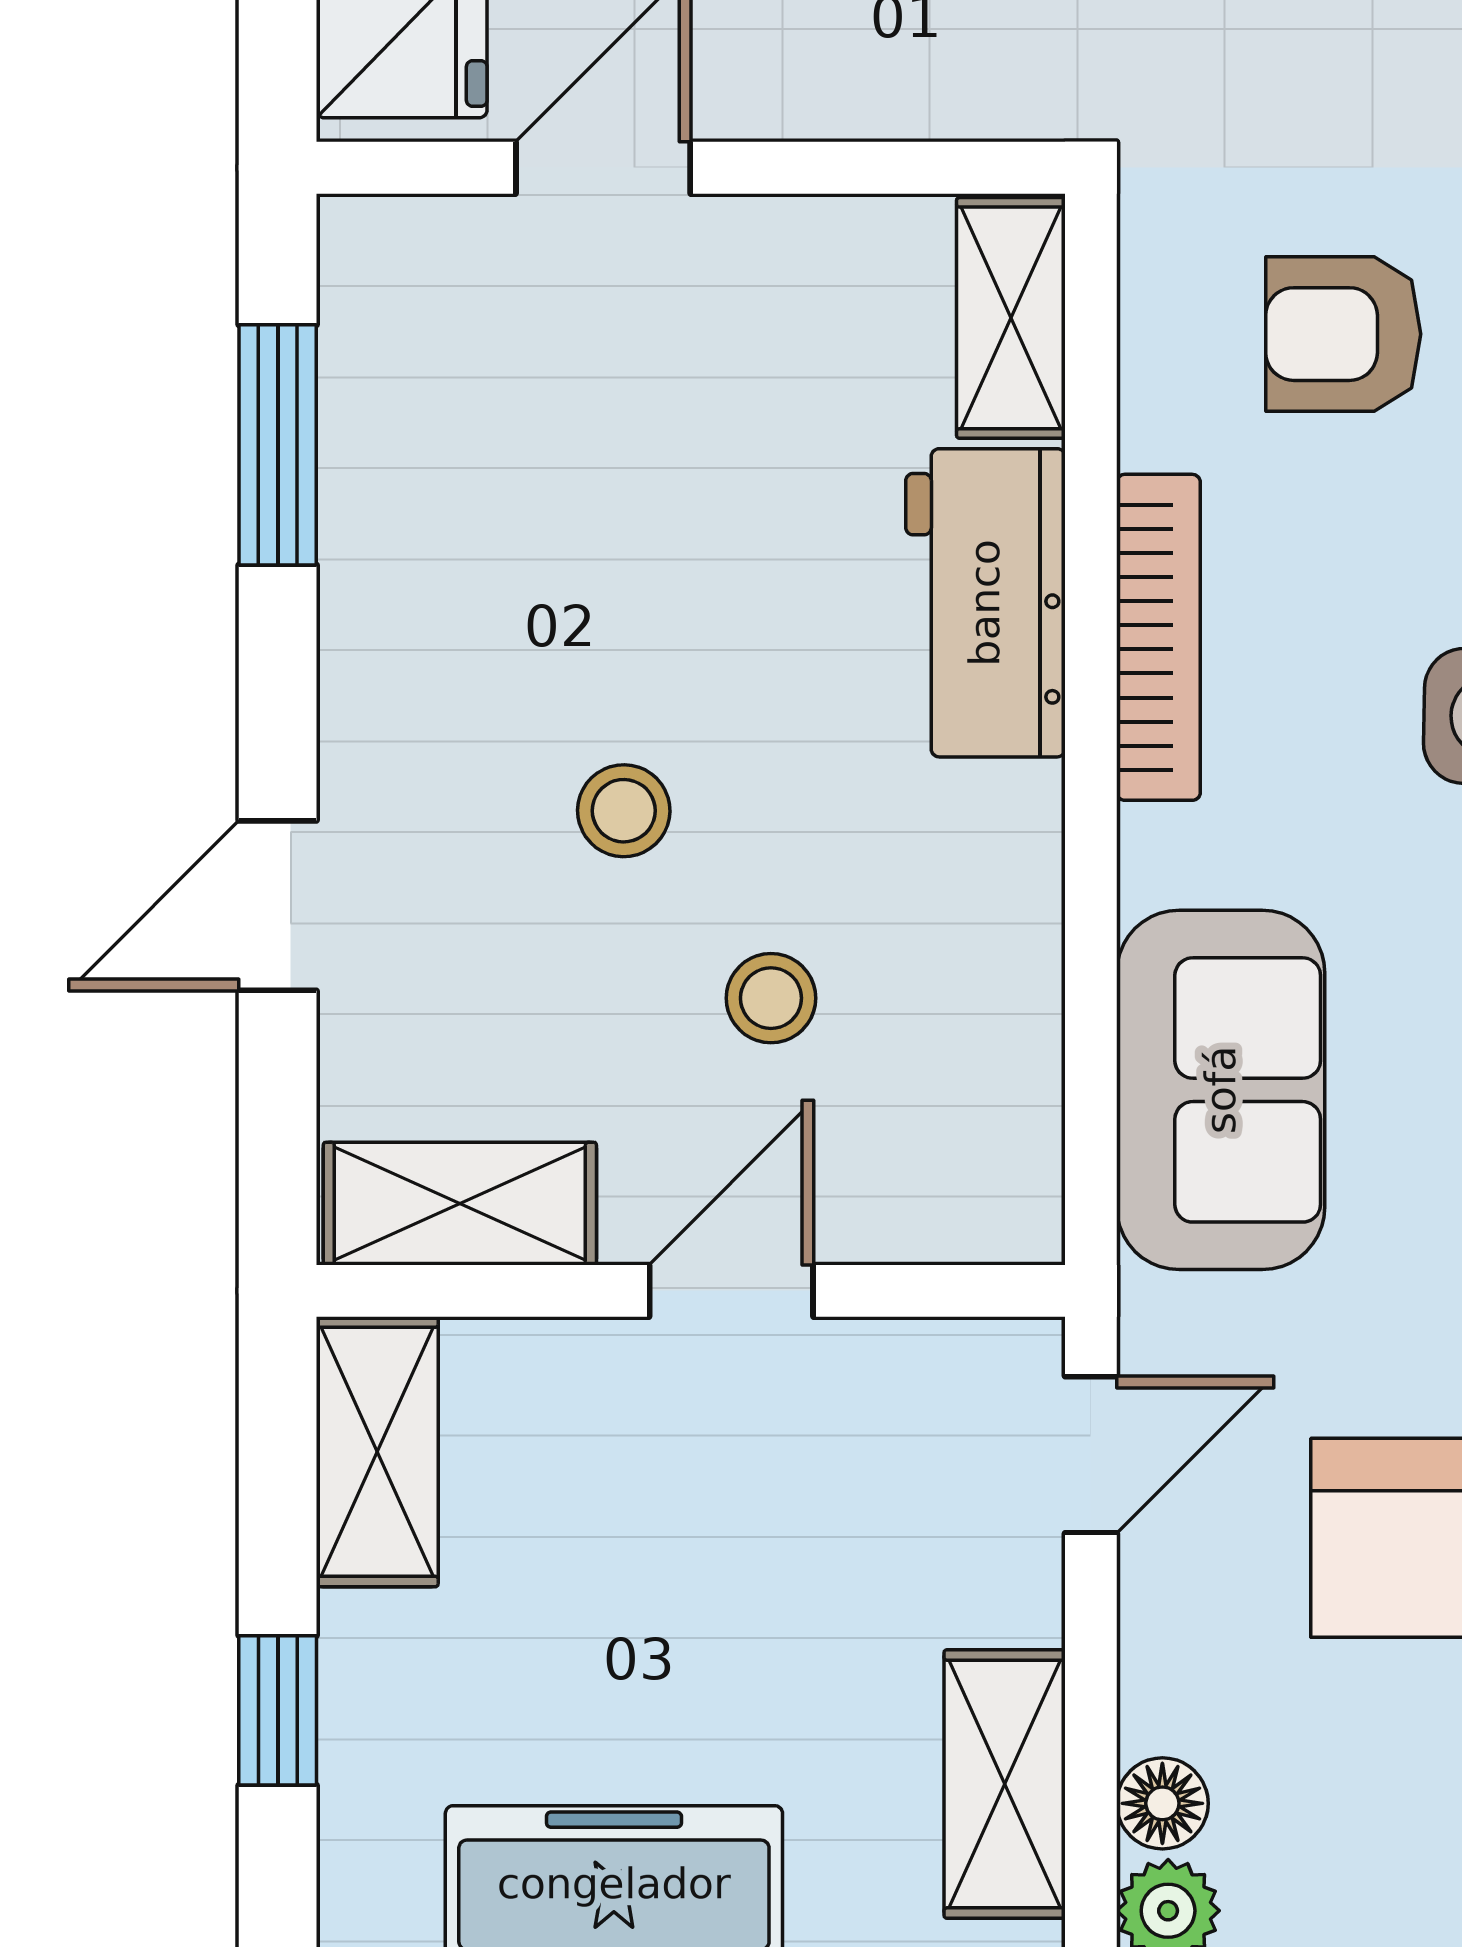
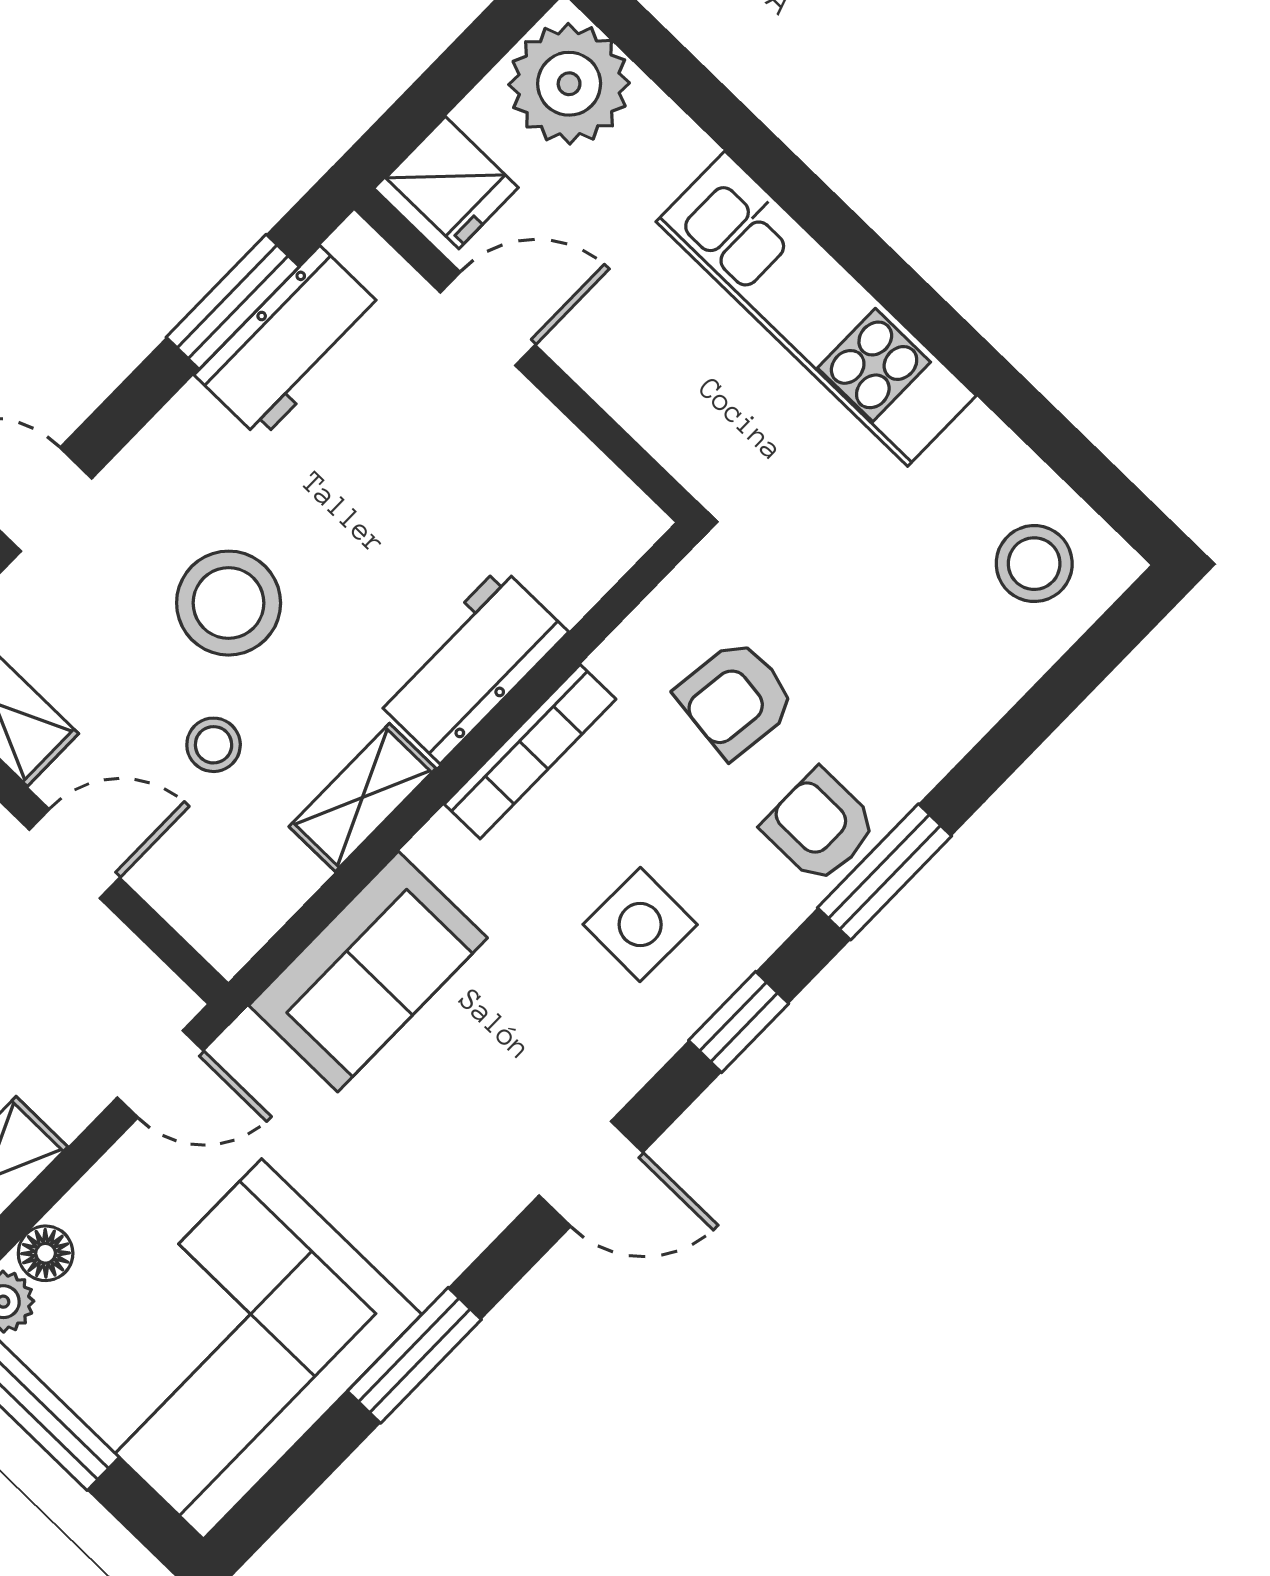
shelving: (1011, 318) -> (362, 798), moved
armchair: (1343, 334) -> (736, 699), turned -83
workbench: (394, 427) -> (290, 343), added
stool: (624, 811) -> (229, 603), width x1.89, depth x1.89

